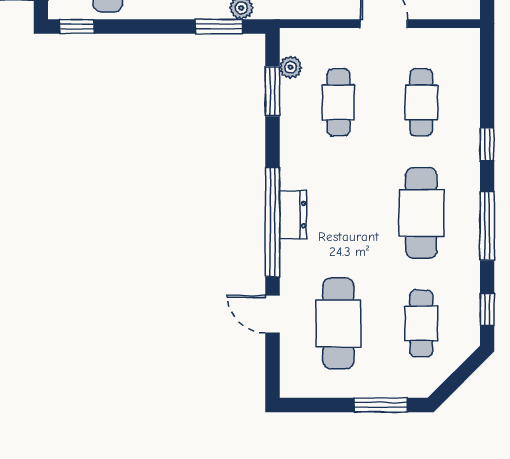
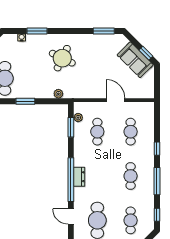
window: (219, 27) -> (25, 101), moved
cafe table: (421, 213) -> (131, 176), width x0.73, depth x0.74

